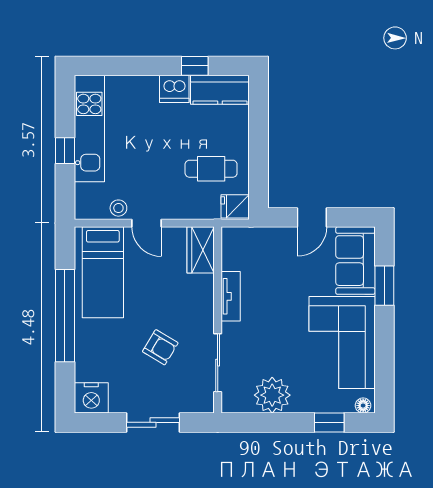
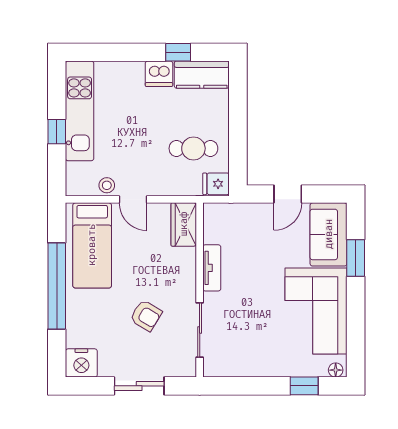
plant: (272, 395) -> (251, 360), removed

